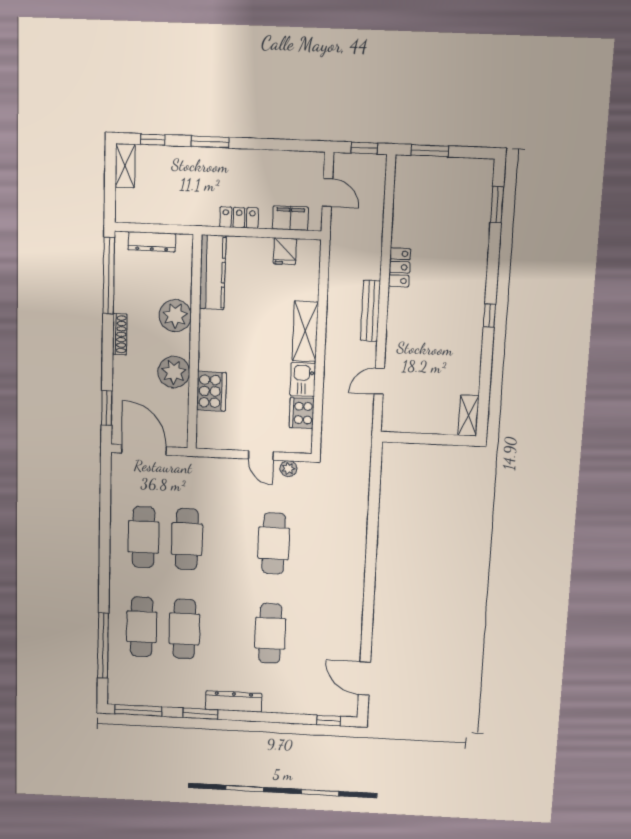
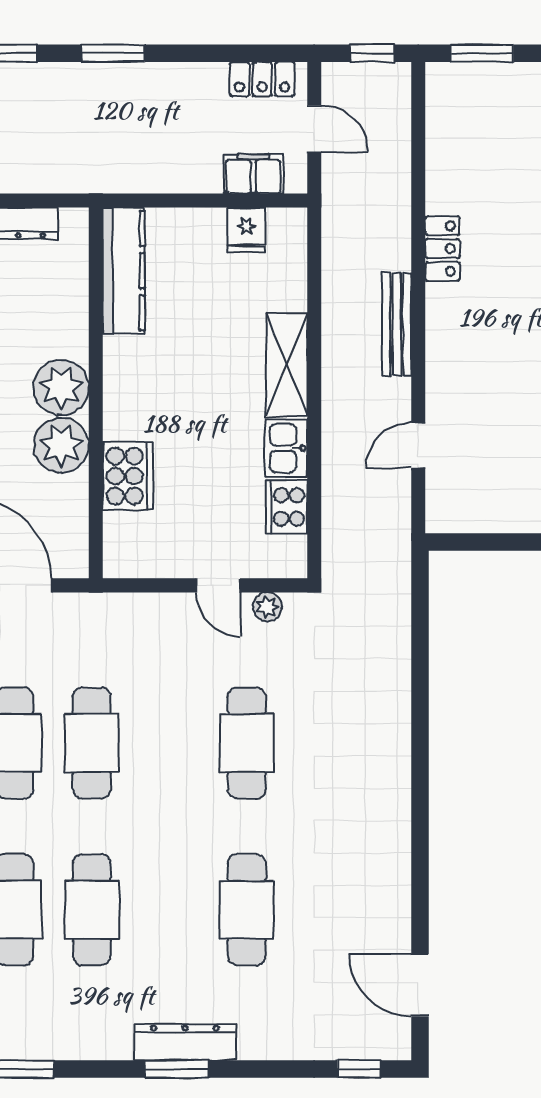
locker: (239, 217) -> (262, 79), moved, turned 180
plant: (175, 316) -> (61, 387), moved
window: (200, 714) -> (177, 1069), moved

